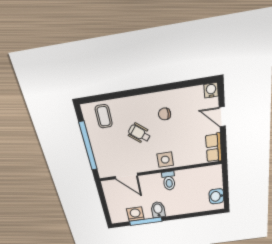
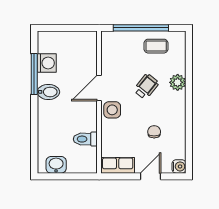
plant: (130, 105) -> (178, 82), added
chair: (165, 114) -> (154, 132), moved
coffee table: (104, 116) -> (156, 46), moved
door: (126, 176) -> (99, 88), moved
toilet: (169, 181) -> (85, 139), moved

